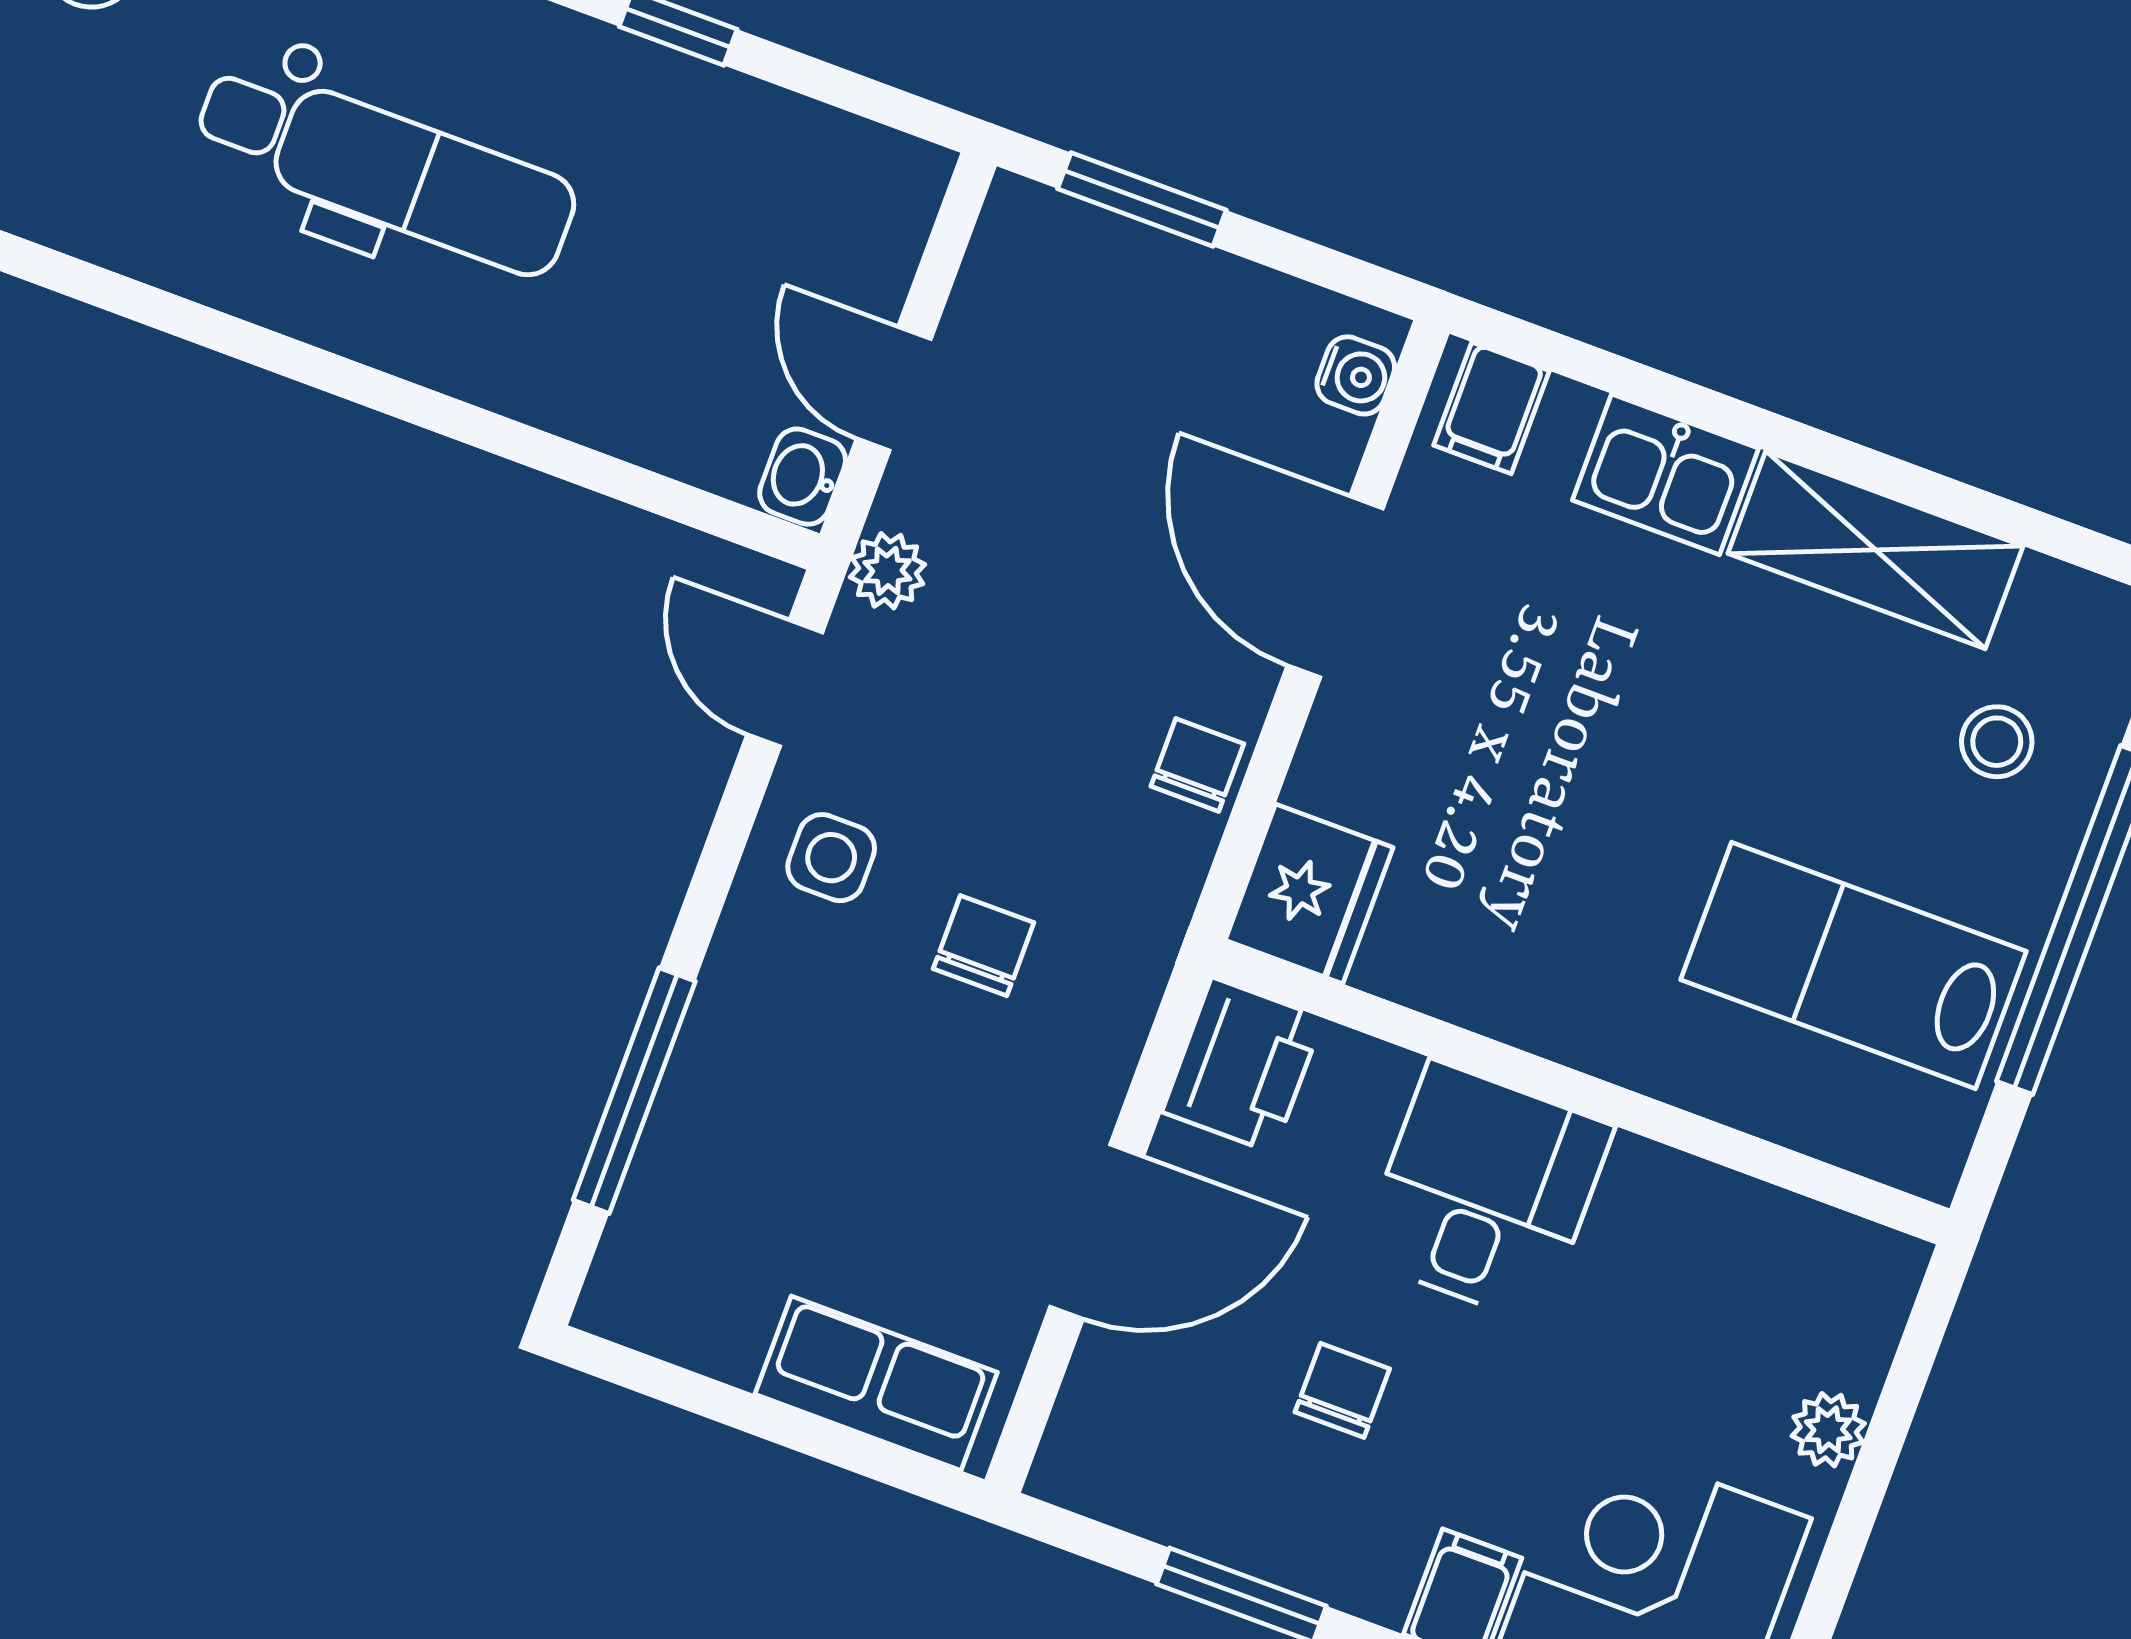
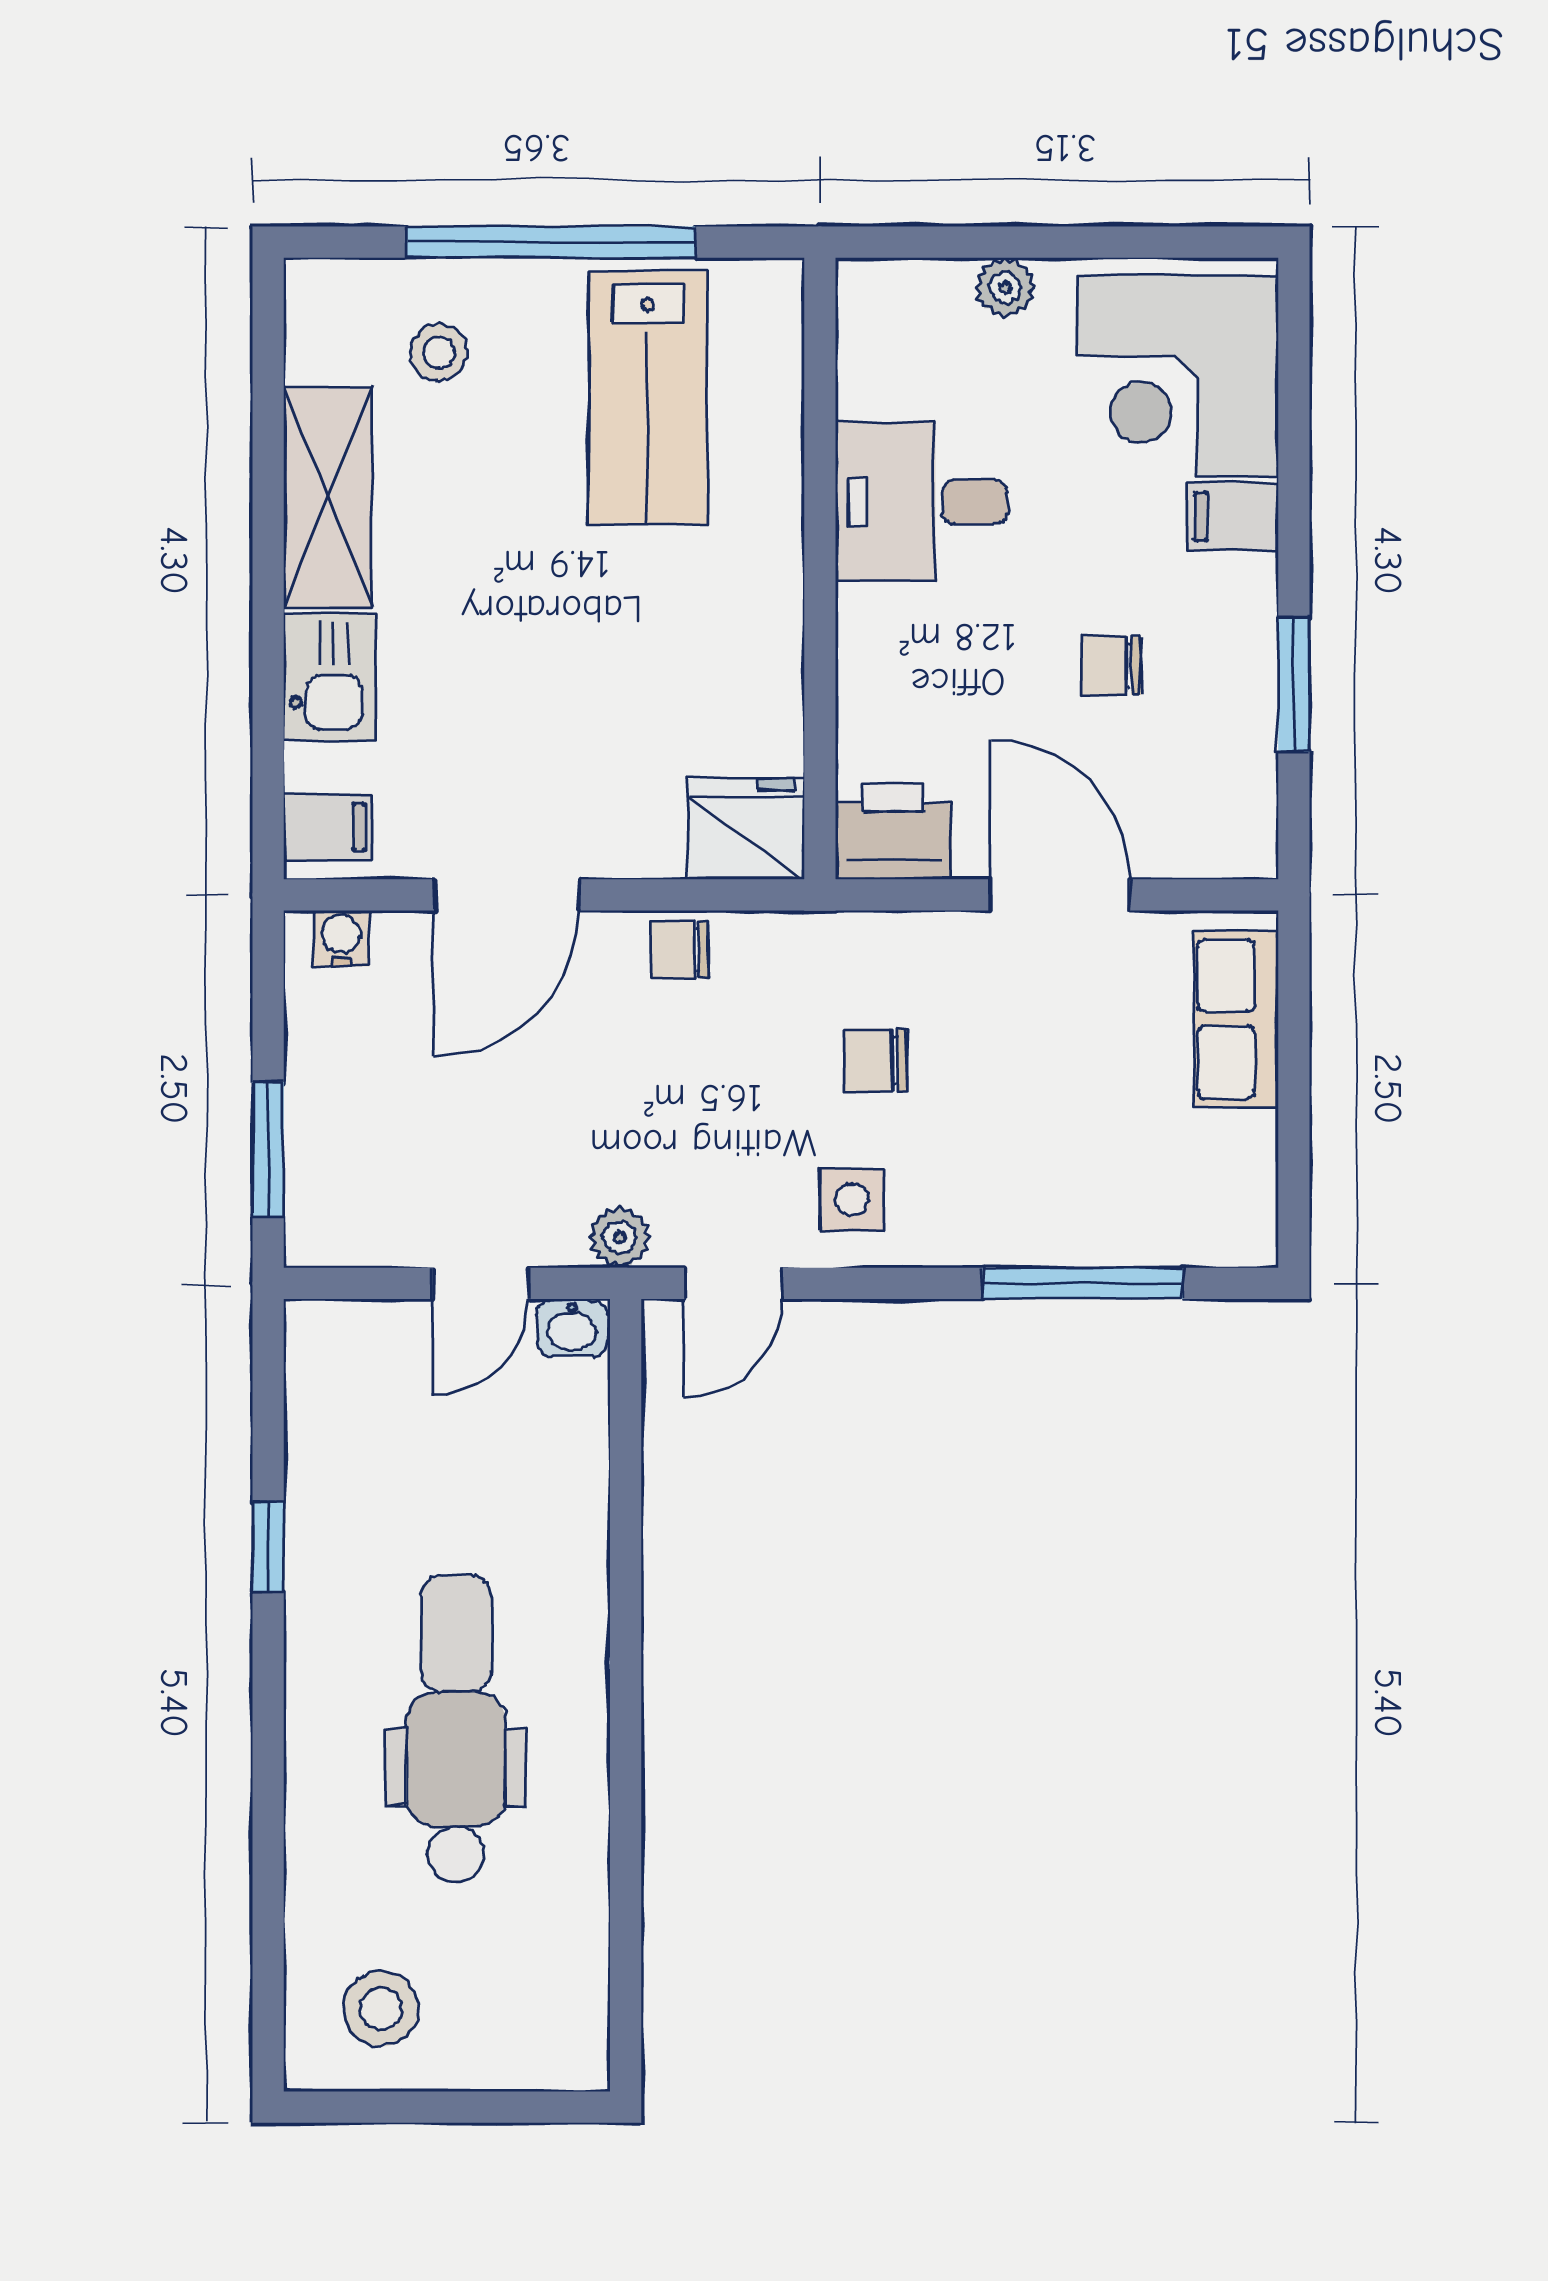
desk: (1486, 1192) -> (921, 502), moved

